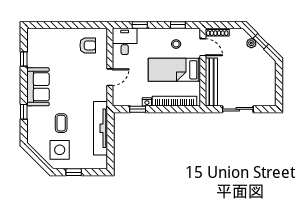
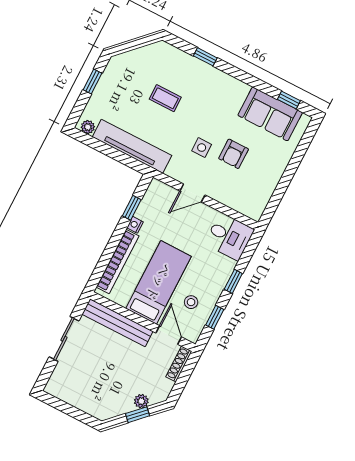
window: (140, 25) -> (233, 281), moved
armchair: (88, 45) -> (234, 154), moved
door: (203, 47) -> (169, 335), swing flipped
window: (24, 59) -> (289, 100), moved
door: (110, 77) -> (192, 193), hinge flipped
sofa: (38, 87) -> (270, 114), moved
side table: (60, 150) -> (202, 148), moved, width x0.54, depth x0.54
plant: (103, 161) -> (88, 127), added

